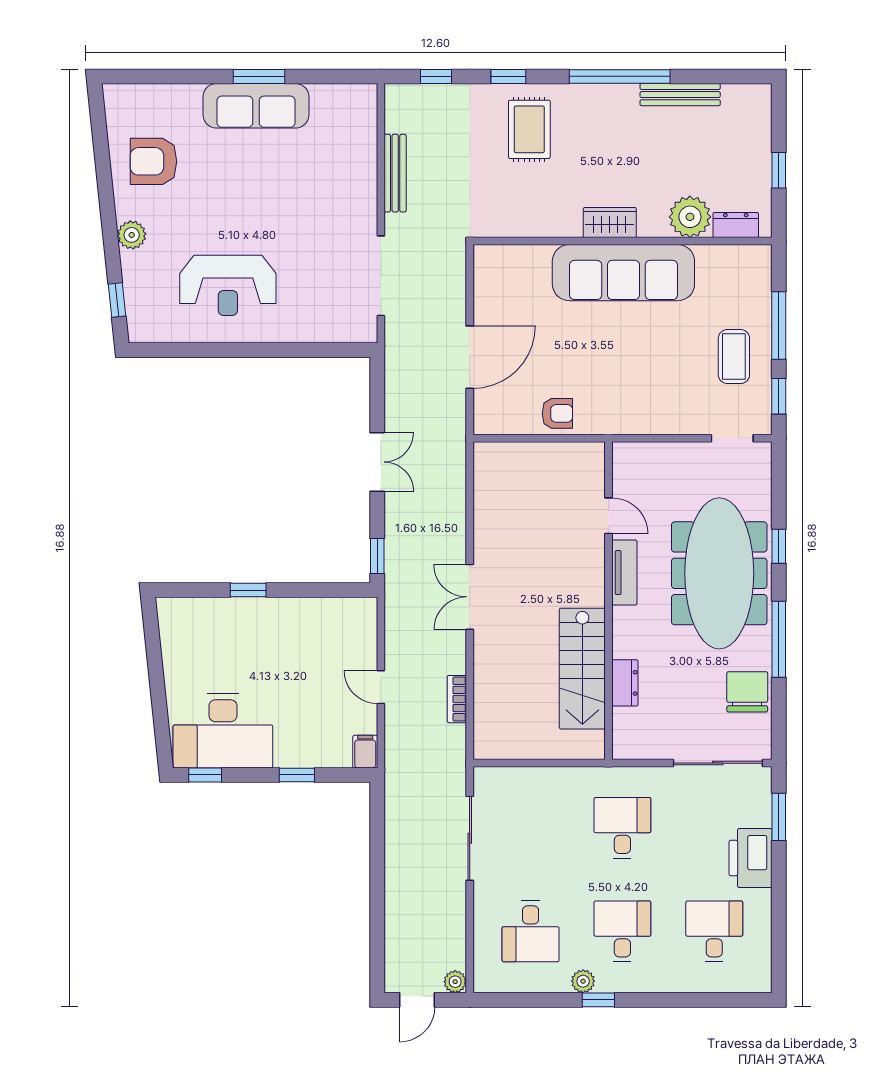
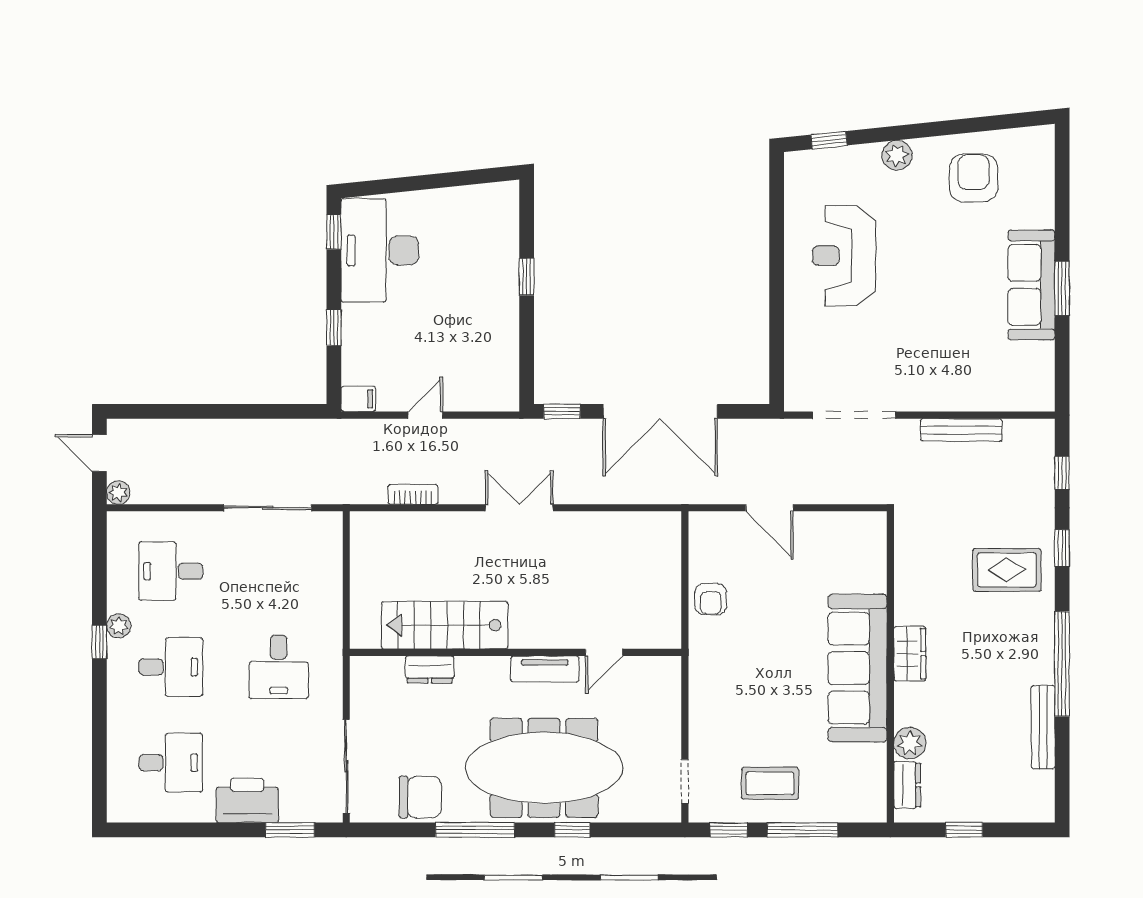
plant: (690, 217) -> (910, 743), width x0.73, depth x0.73
door: (470, 357) -> (769, 508), width x0.73
double door: (377, 462) -> (660, 411), width x1.87
desk: (622, 828) -> (279, 667), turned 90

